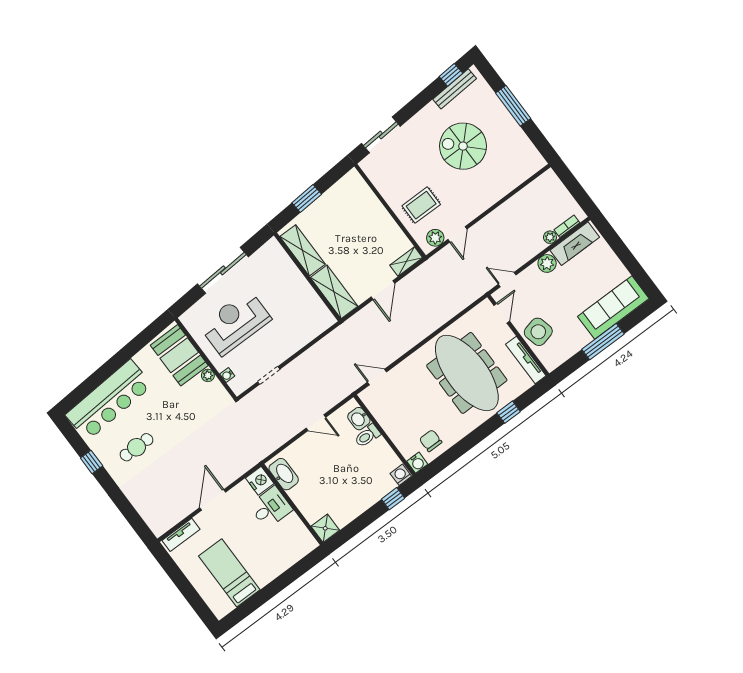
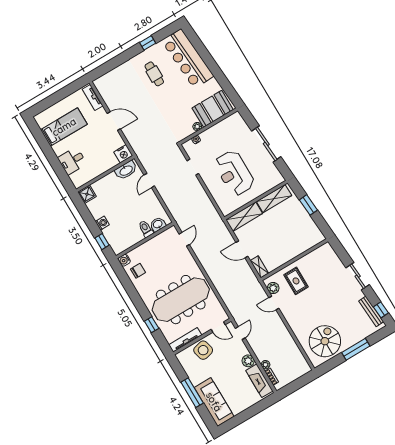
sliding door: (381, 135) -> (358, 276), moved
spiral stairs: (463, 146) -> (325, 341), moved
reception desk: (235, 323) -> (234, 173), moved, turned 180
door: (316, 423) -> (149, 180), moved
washing machine: (401, 475) -> (102, 223), moved
desk: (271, 507) -> (72, 161), moved, turned 90

